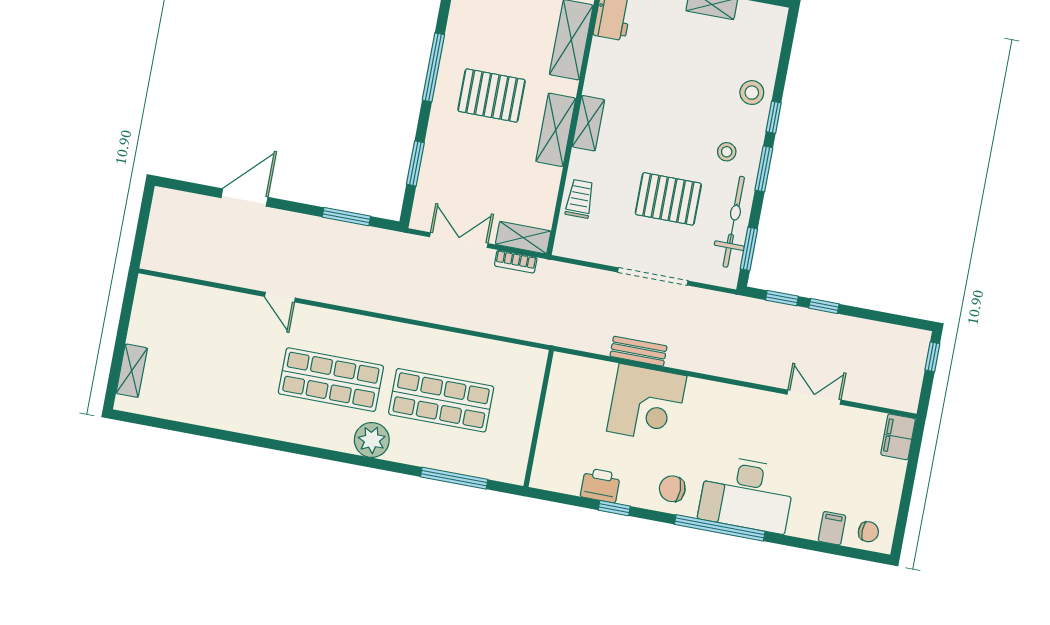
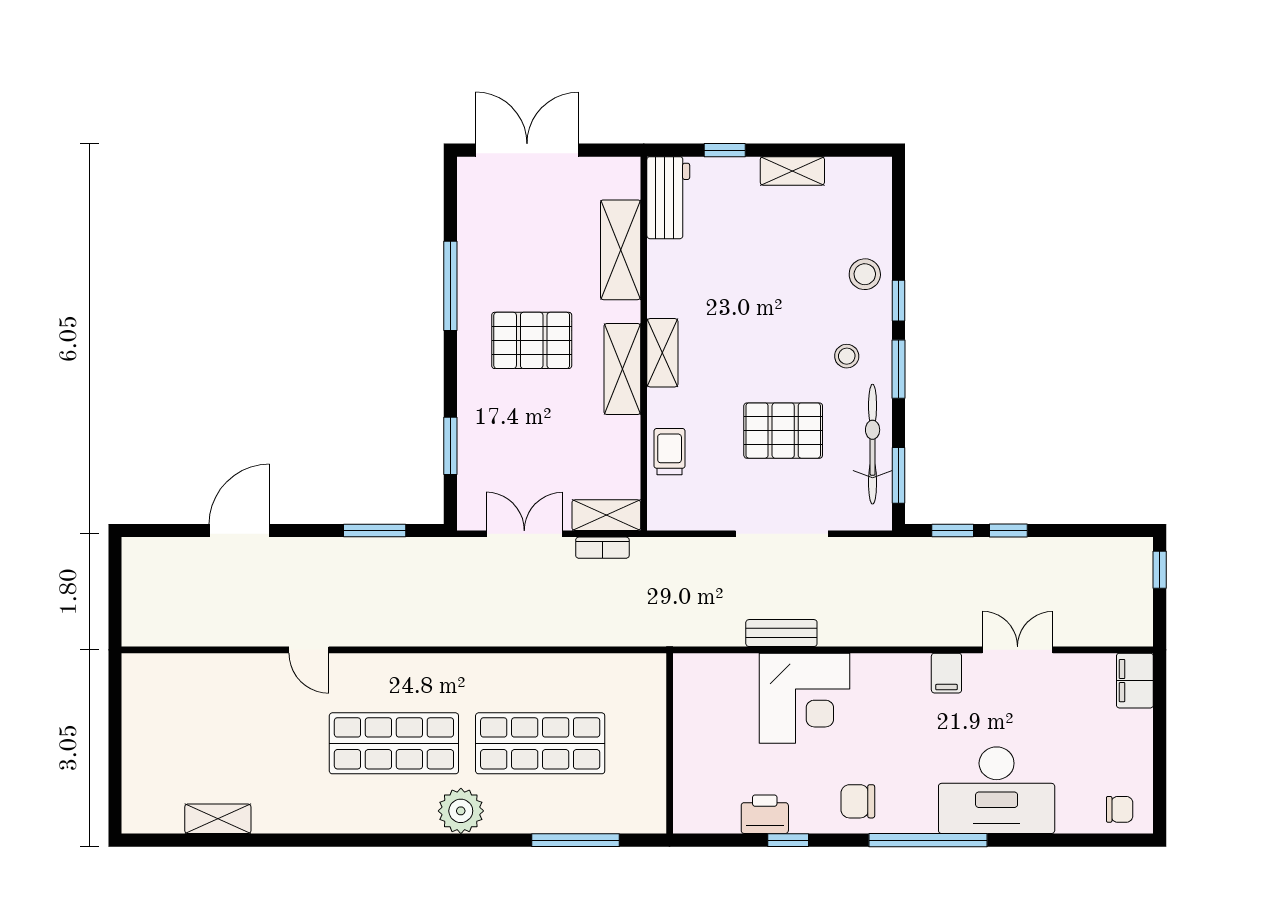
window: (433, 67) -> (450, 286), moved
shelving: (132, 371) -> (218, 819), moved, turned 90
desk: (747, 494) -> (997, 790), moved
filing cabinet: (832, 528) -> (946, 673), moved, turned 180

